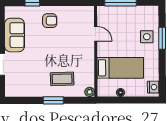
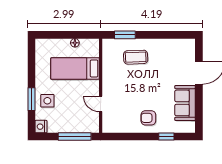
nightstand: (153, 87) -> (41, 127), moved
plant: (90, 92) -> (107, 43), removed
window: (53, 100) -> (125, 35), moved

